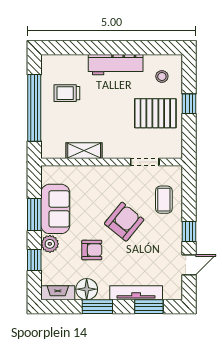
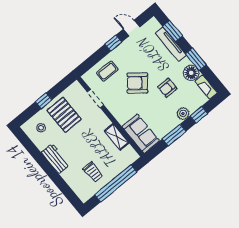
workbench: (116, 65) -> (55, 159), width x0.73
sofa: (55, 209) -> (141, 134), moved, turned 90
armchair: (92, 250) -> (167, 88), turned -90

